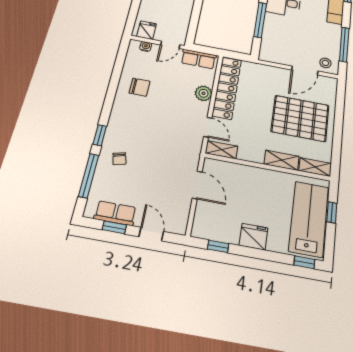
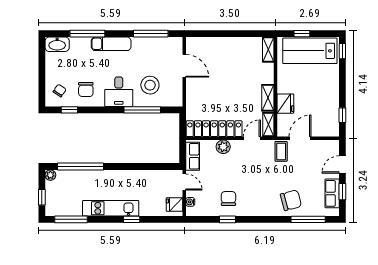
stool: (325, 63) -> (150, 85), moved, width x1.89, depth x1.89
pallet: (300, 118) -> (229, 65), removed
window: (100, 135) -> (227, 219), moved
chair: (119, 159) -> (291, 200), width x1.87, depth x1.87
coffee table: (185, 159) -> (281, 151), added
shelving: (282, 160) -> (268, 98), moved
fridge: (254, 237) -> (285, 104), moved, turned 180

